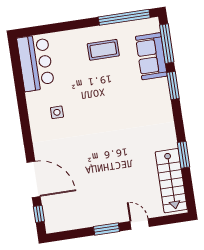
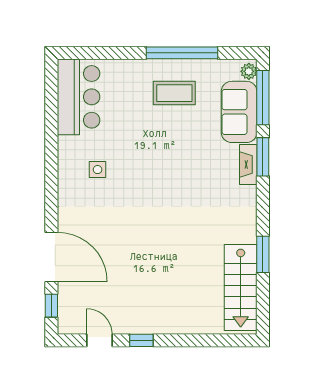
window: (124, 17) -> (182, 53), moved
plant: (154, 26) -> (249, 71), added
fireplace: (163, 93) -> (248, 164), added
door: (140, 224) -> (99, 340), moved
window: (106, 229) -> (141, 340), width x0.67

